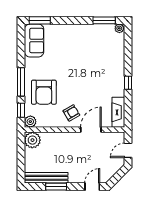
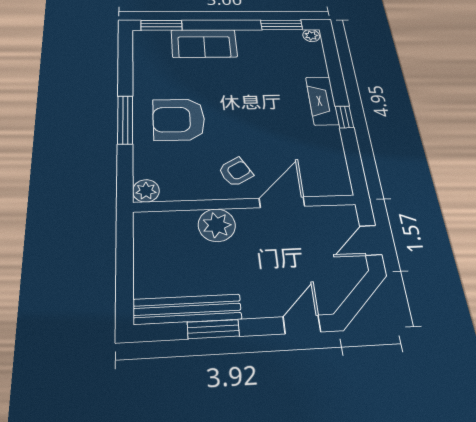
sofa: (34, 40) -> (204, 43), moved, turned 90
armchair: (44, 92) -> (179, 119), moved, turned 90
window: (21, 110) -> (125, 170), removed
fireplace: (118, 112) -> (322, 101), moved
plant: (32, 140) -> (217, 225), moved

